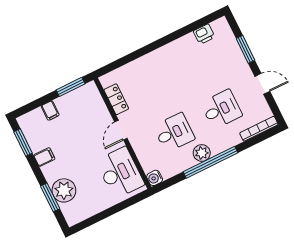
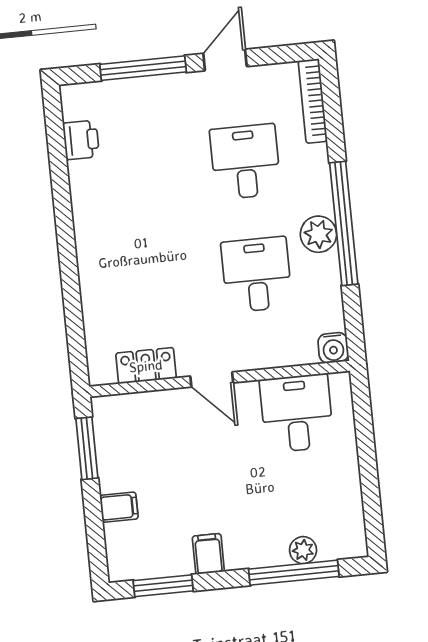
window: (246, 49) -> (143, 68), width x1.44
desk: (120, 173) -> (297, 413), width x0.73
plant: (64, 190) -> (303, 550), width x0.53, depth x0.53
window: (50, 197) -> (294, 573), width x1.44

